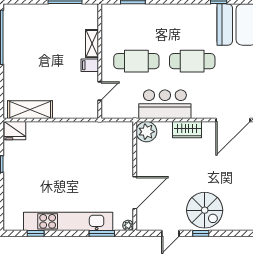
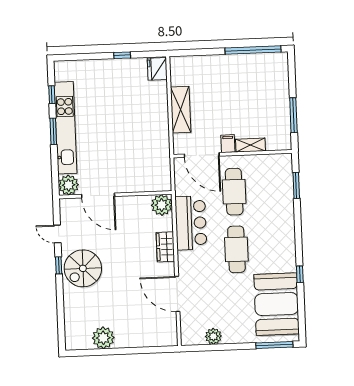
door: (100, 91) -> (202, 155), width x1.88
shelving: (30, 110) -> (181, 110), moved
plant: (128, 225) -> (69, 185), width x1.88, depth x1.88
window: (102, 233) -> (53, 131), moved

